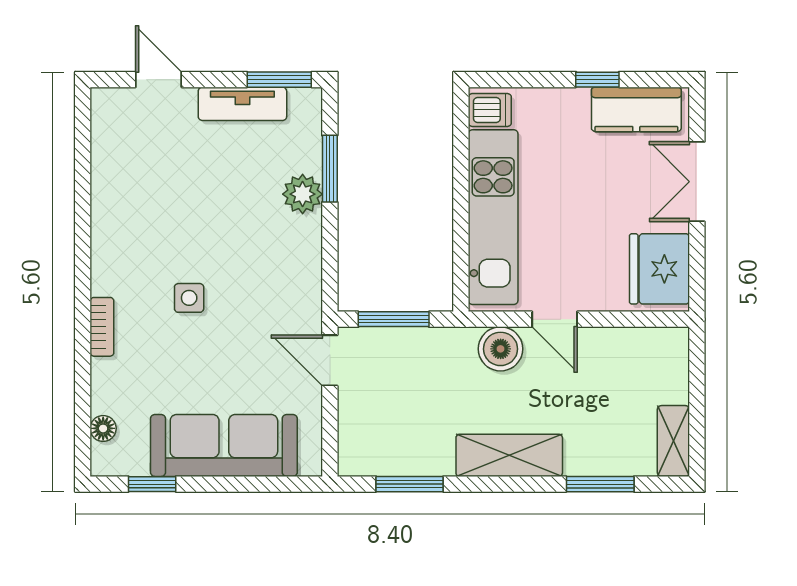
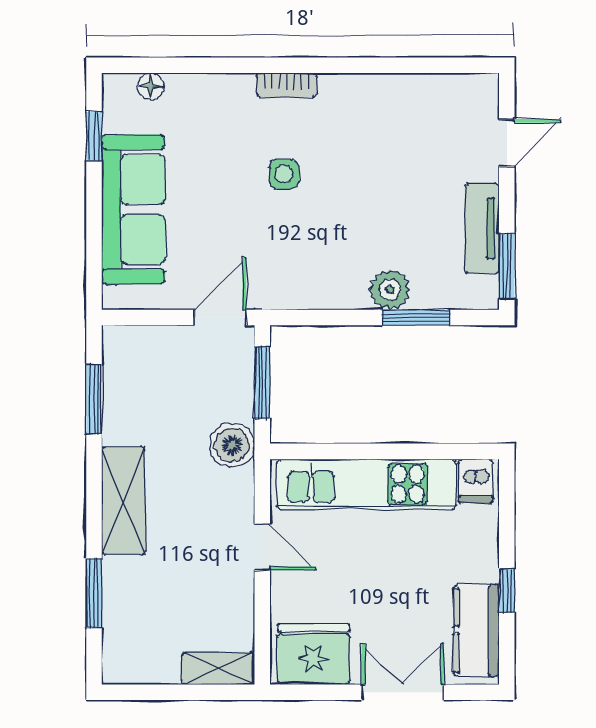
door: (555, 319) -> (262, 547), swing flipped
bookcase: (102, 327) -> (287, 85), moved
boiler: (501, 349) -> (232, 445), moved
shelving: (673, 441) -> (218, 668), moved

